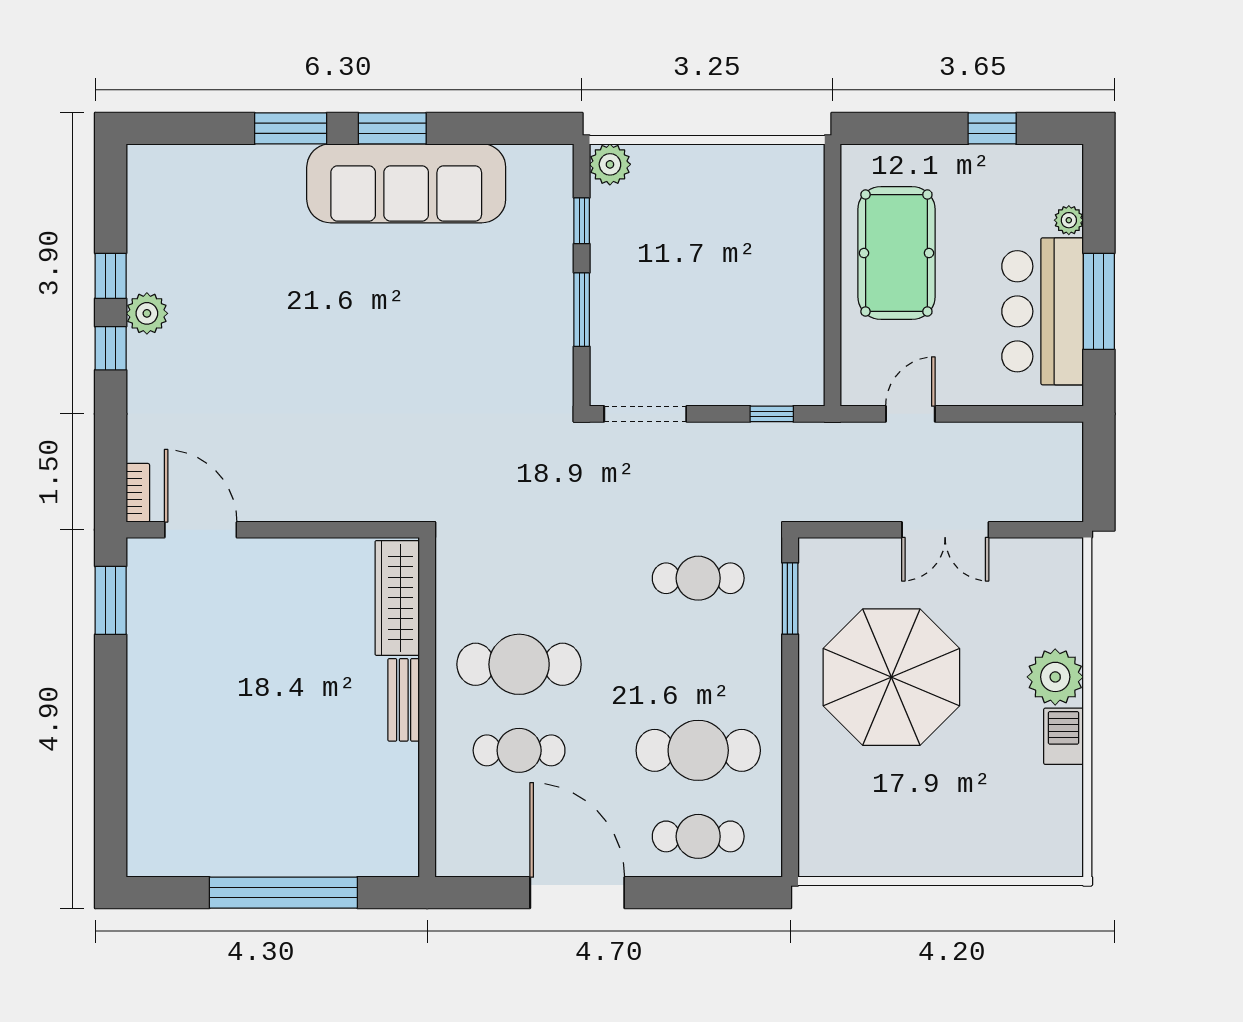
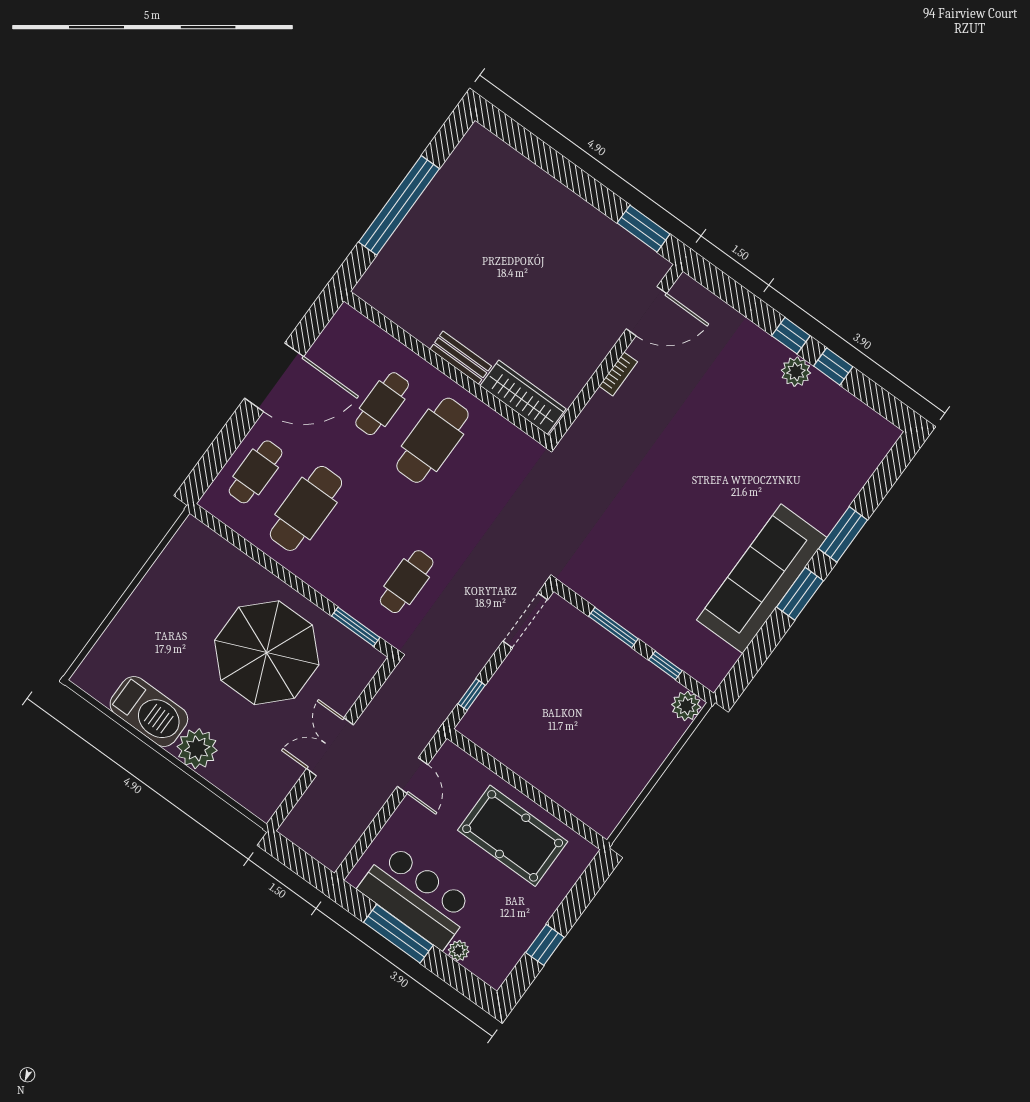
bookcase: (138, 493) -> (618, 374), moved, turned -90
barbecue: (1063, 736) -> (149, 711), width x1.88, depth x1.53

